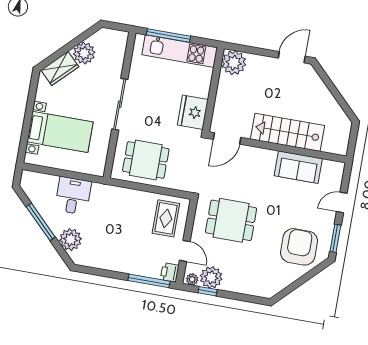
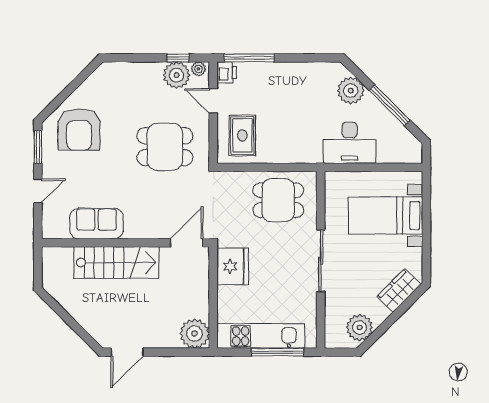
plant: (84, 53) -> (360, 327), moved
desk: (73, 196) -> (350, 143), width x1.37

